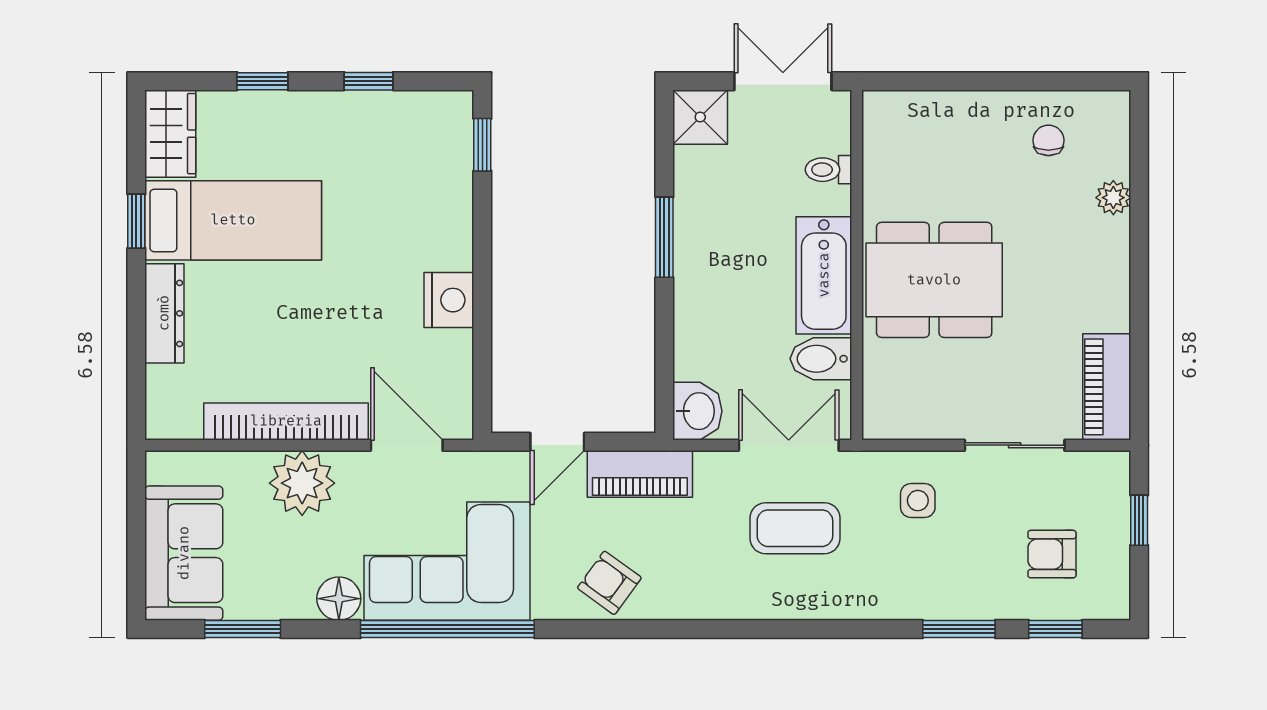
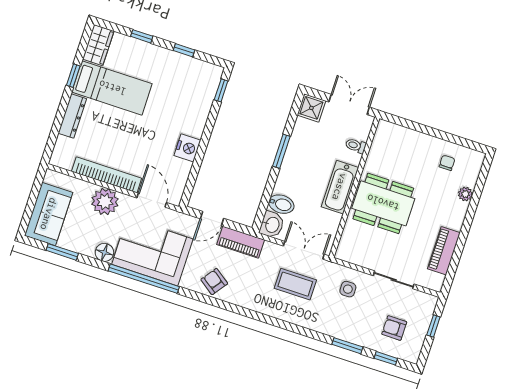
bidet: (821, 359) -> (281, 204), moved, turned 180
piano: (1107, 387) -> (444, 251), moved

